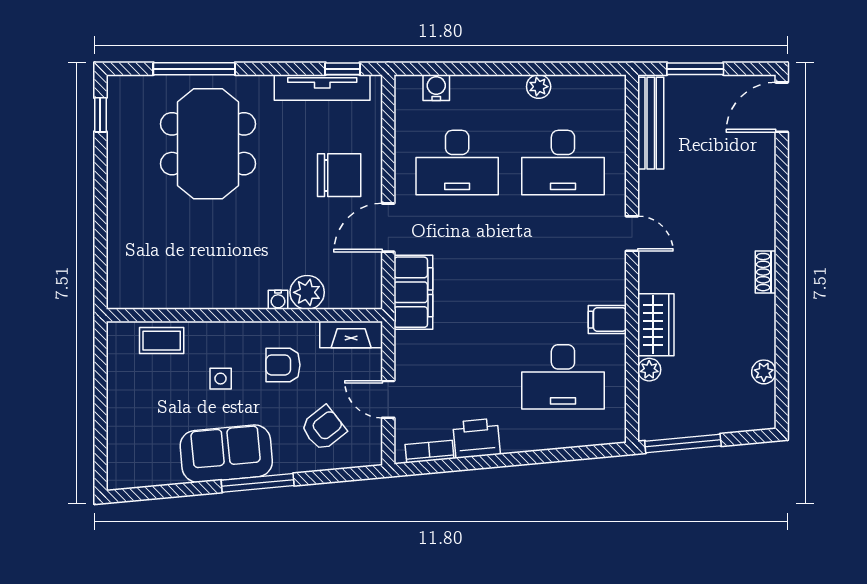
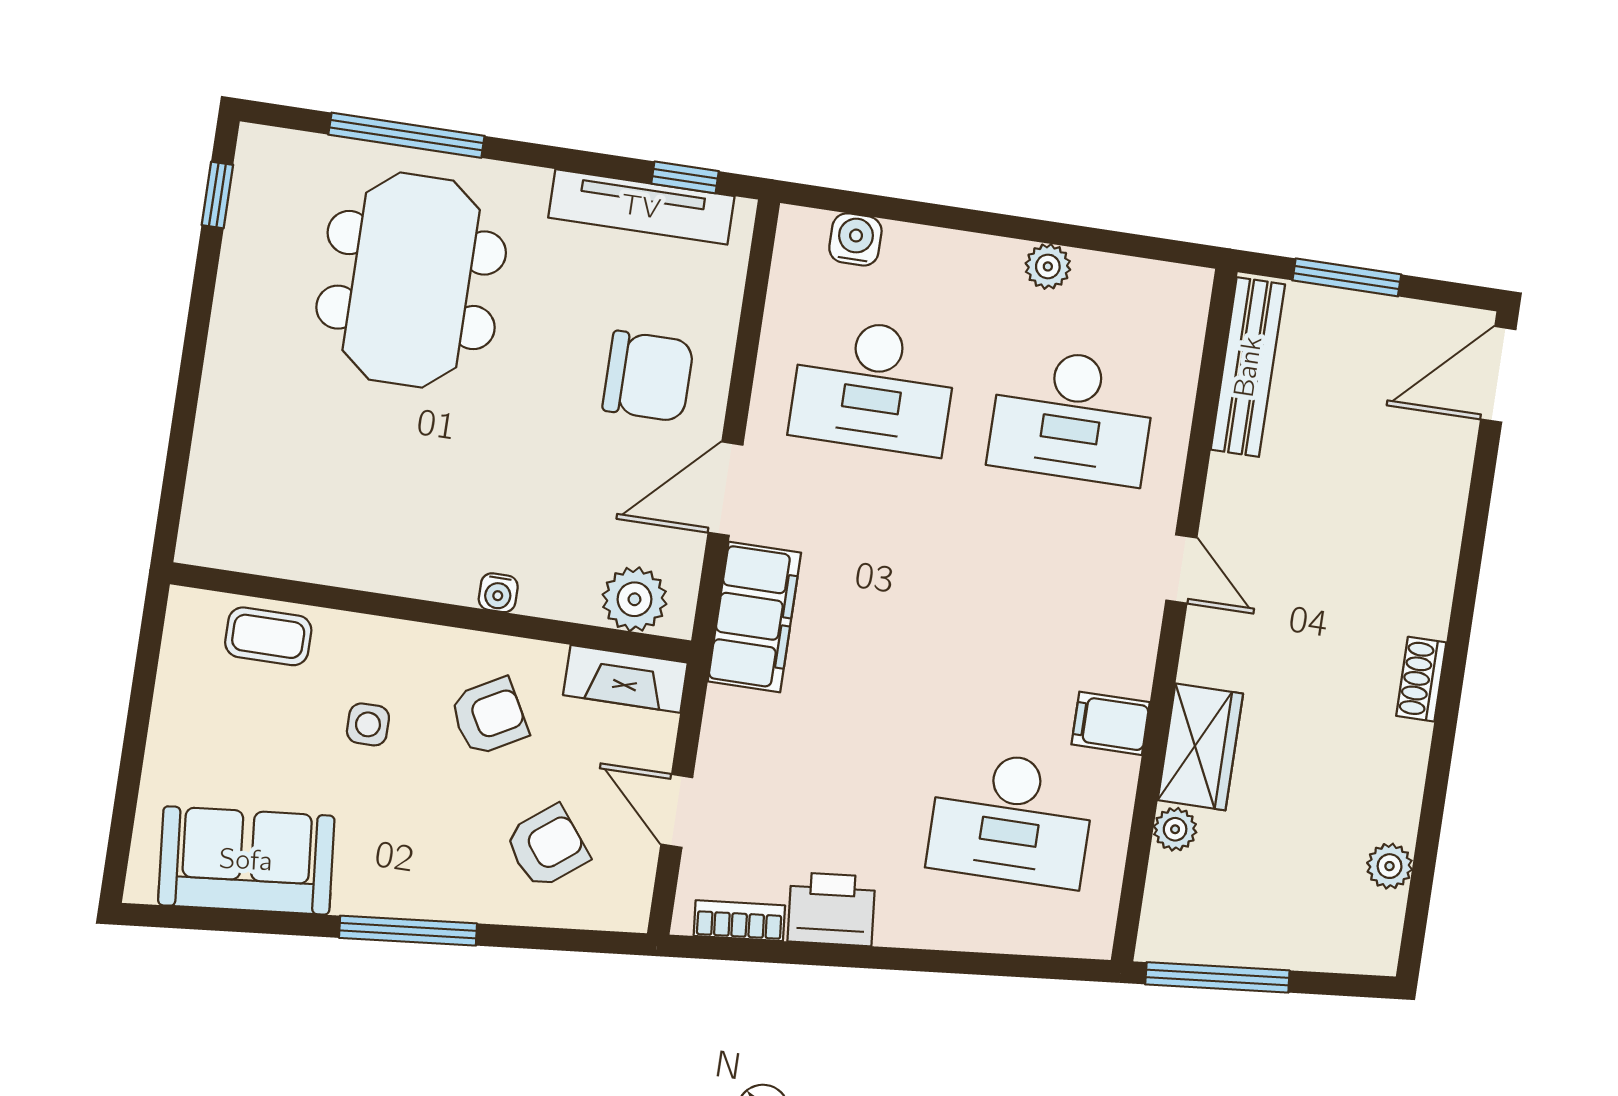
plant: (307, 292) -> (634, 599), moved
armchair: (283, 365) -> (489, 717), turned 151
sofa: (226, 454) -> (246, 860), moved

